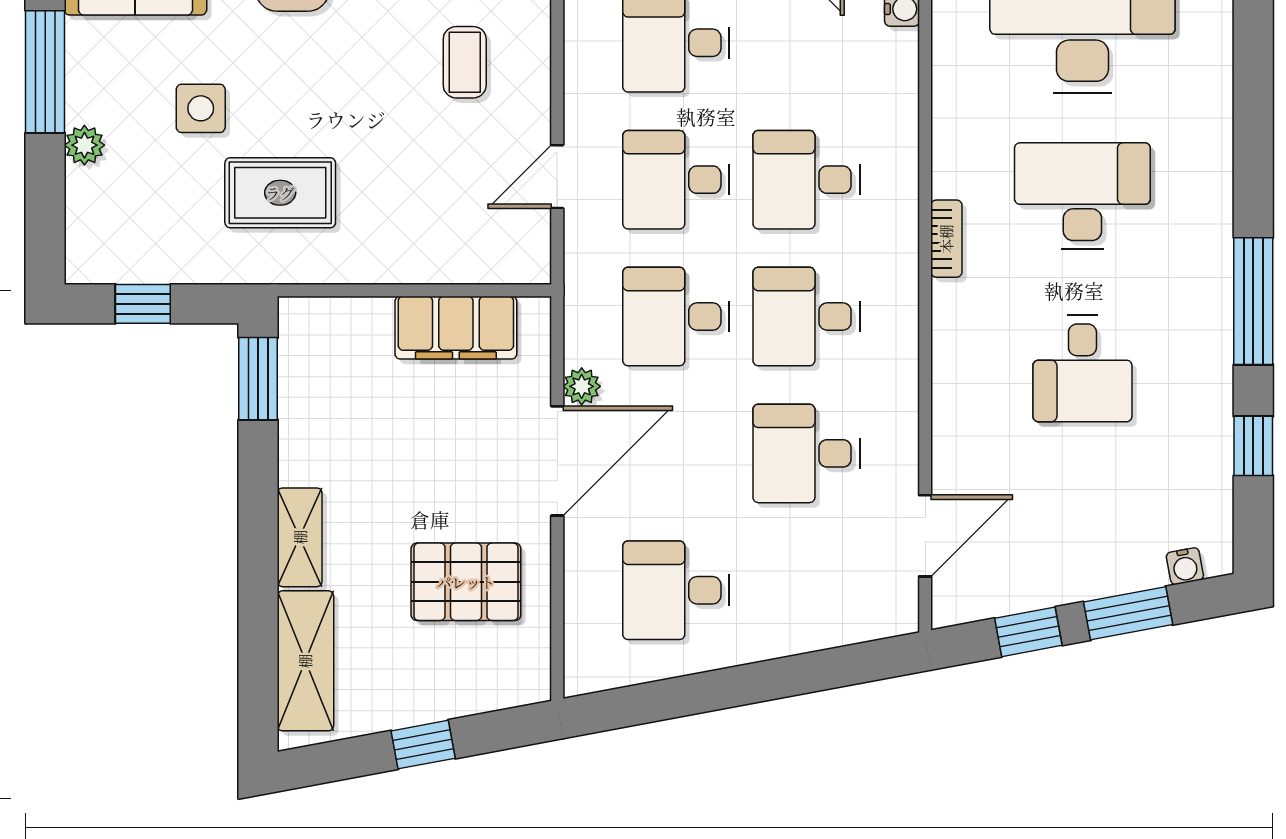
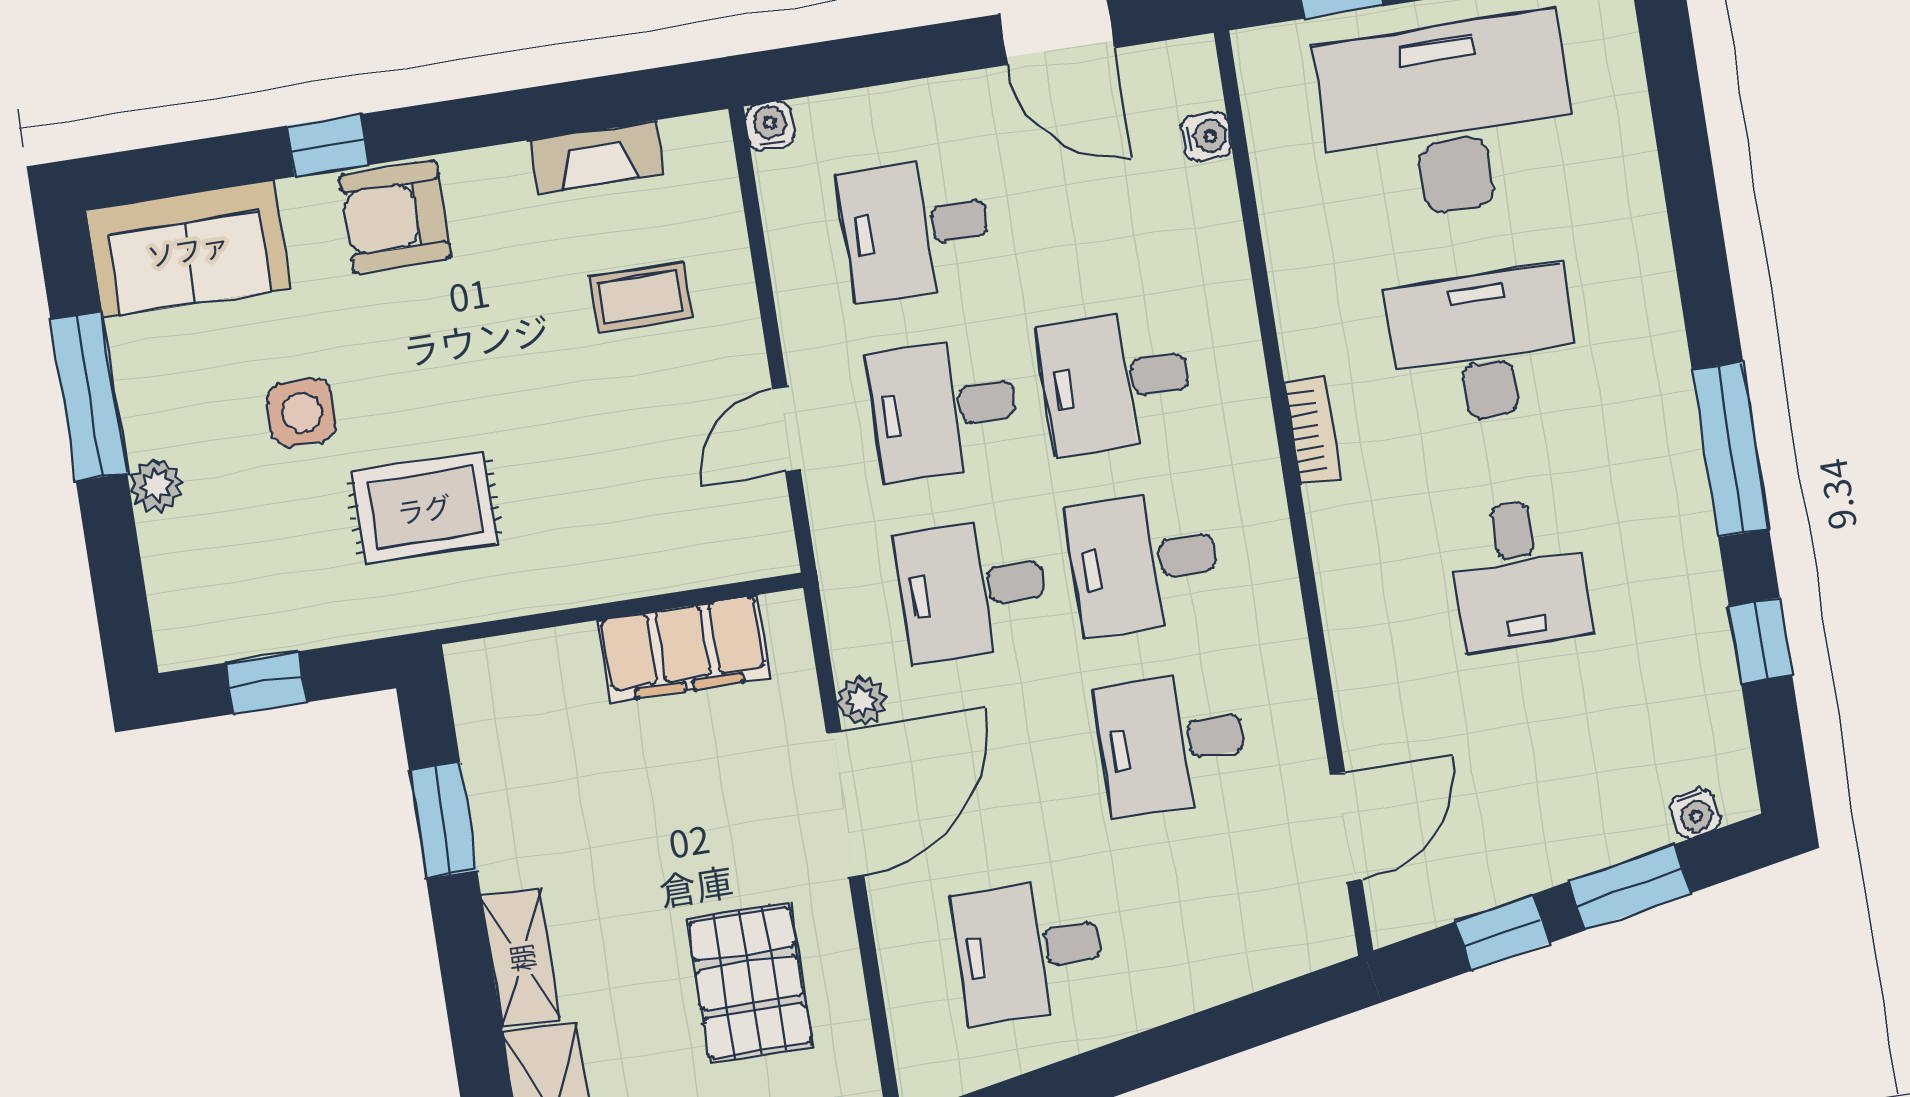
coffee table: (465, 62) -> (641, 297), turned 90
window: (258, 379) -> (443, 820), moved
pallet: (466, 582) -> (750, 982), turned 90

